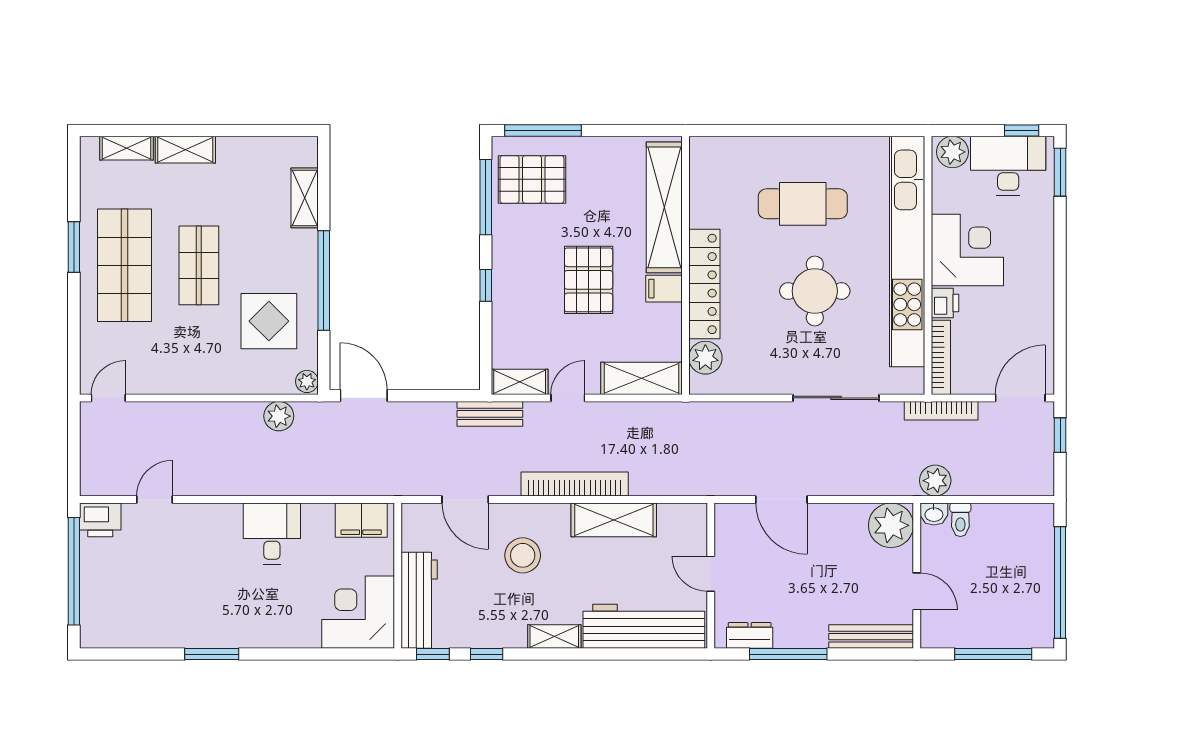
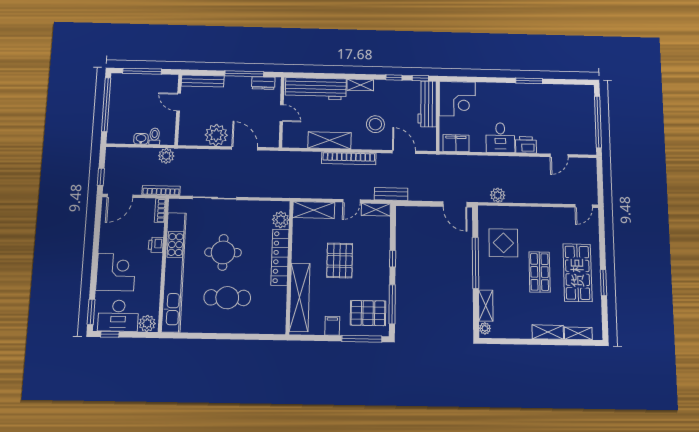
corner desk: (967, 250) -> (116, 272), moved, turned 180
filing cabinet: (664, 289) -> (332, 326), moved, turned -90
bookcase: (941, 357) -> (160, 211), width x0.64
plant: (307, 381) -> (485, 328), moved
washbasin: (934, 514) -> (141, 139), moved
printer: (100, 520) -> (526, 145), moved
plant: (891, 525) -> (216, 135), moved

